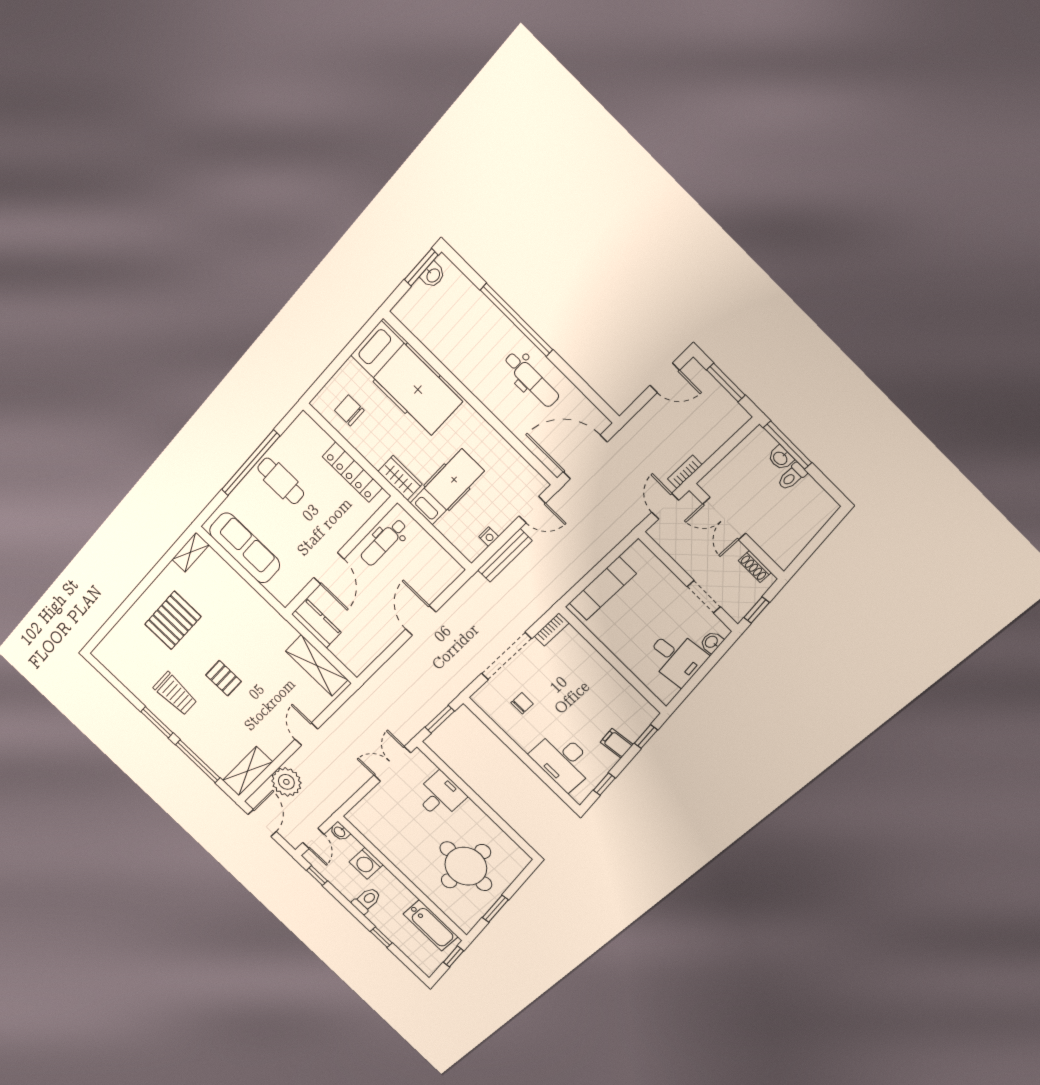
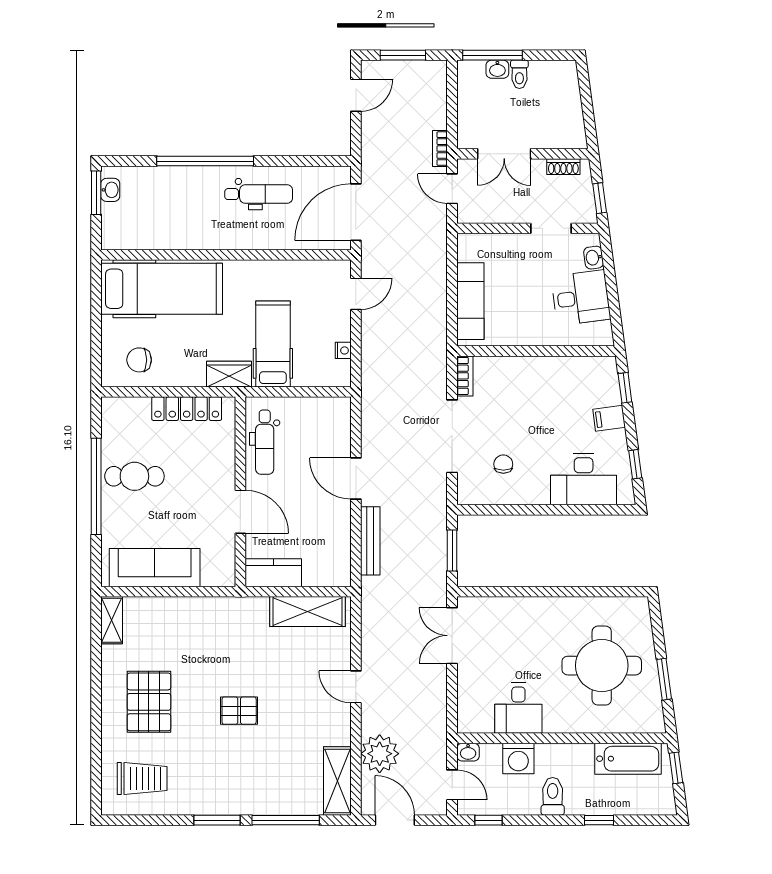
bench: (505, 555) -> (370, 541), moved
trolley: (175, 694) -> (142, 778), moved
desk: (440, 796) -> (518, 708), moved, turned 180

